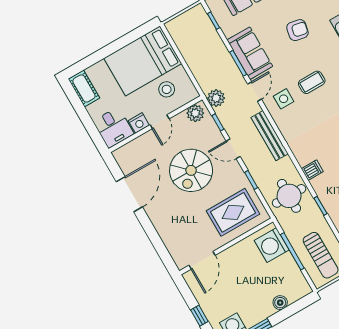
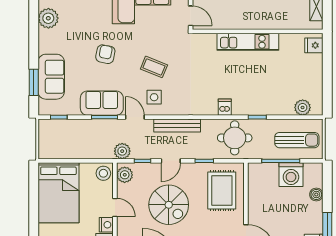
coffee table: (312, 82) -> (154, 67), turned -68
stool: (167, 89) -> (103, 173), moved
washing machine: (272, 245) -> (291, 175), moved

